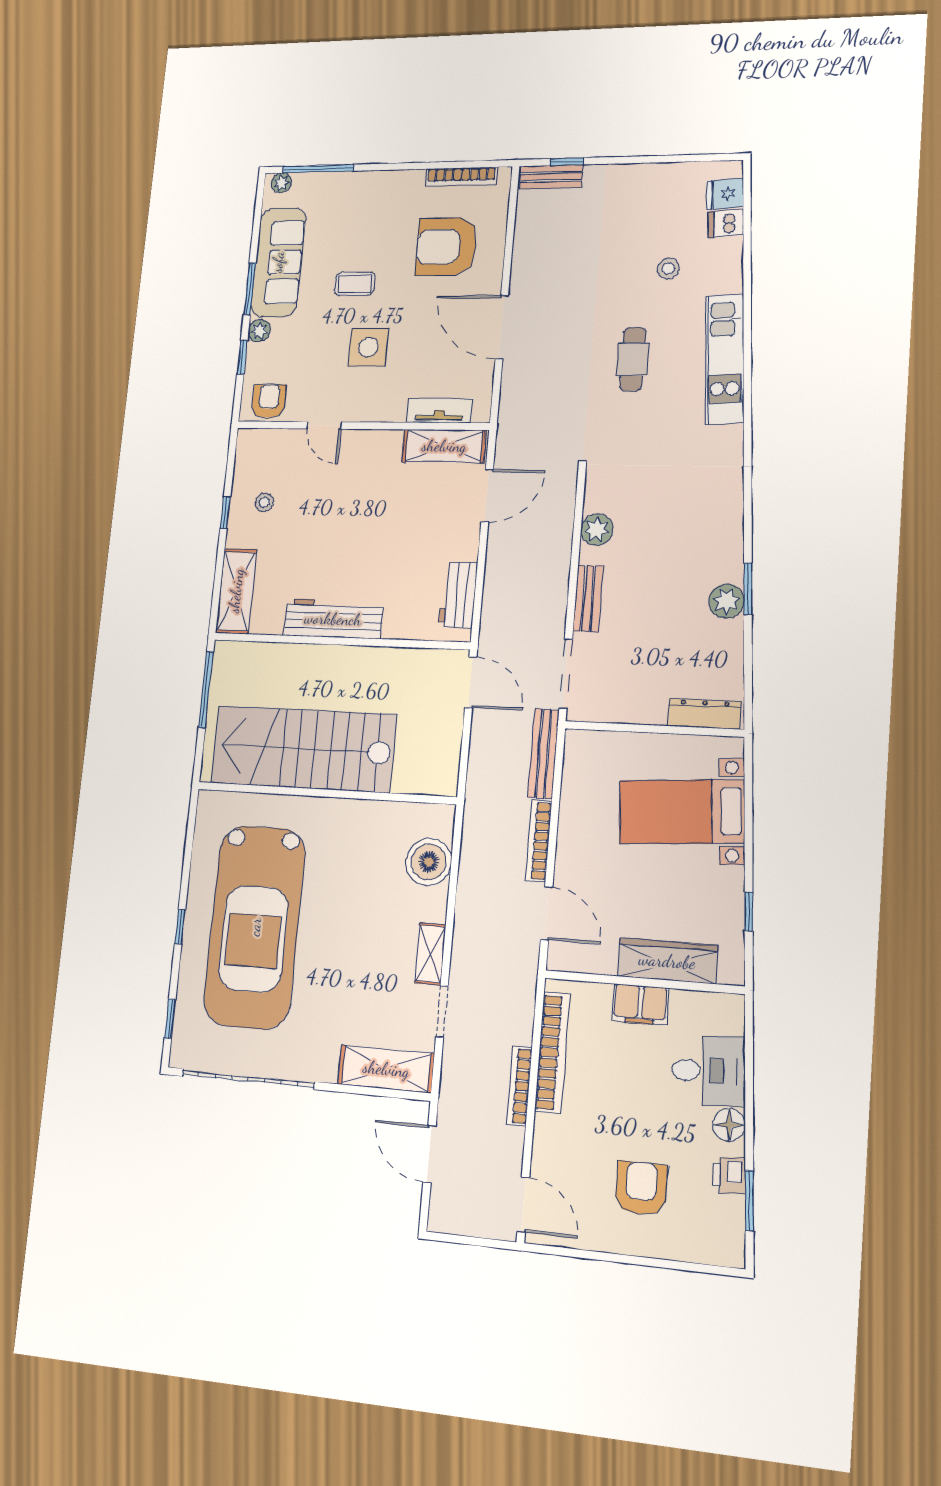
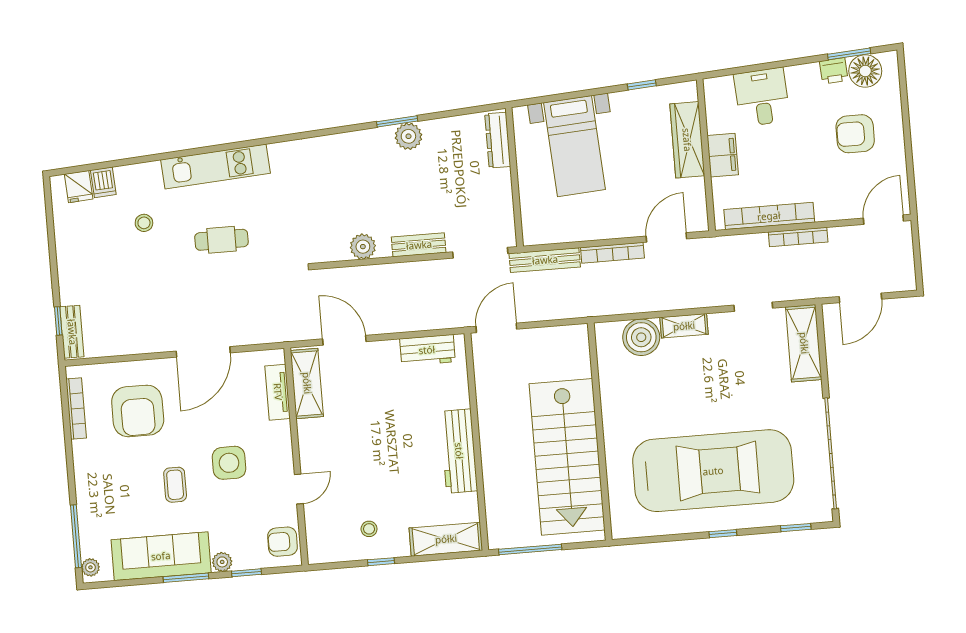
shelving: (430, 954) -> (684, 326), moved
floor lamp: (729, 1125) -> (865, 71), moved, width x1.38, depth x1.38

